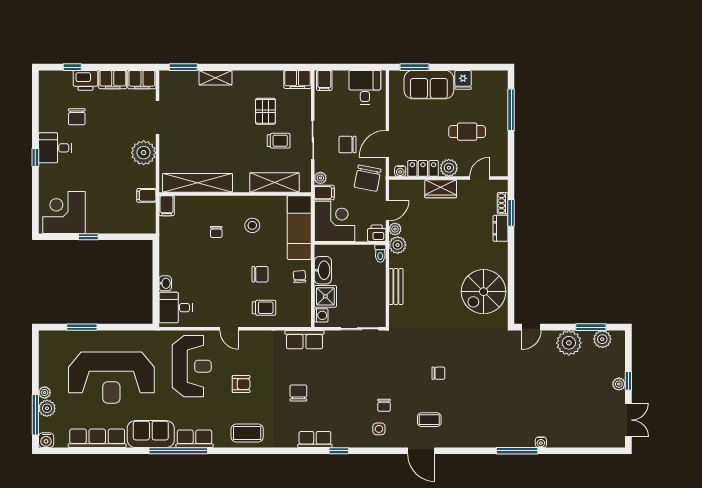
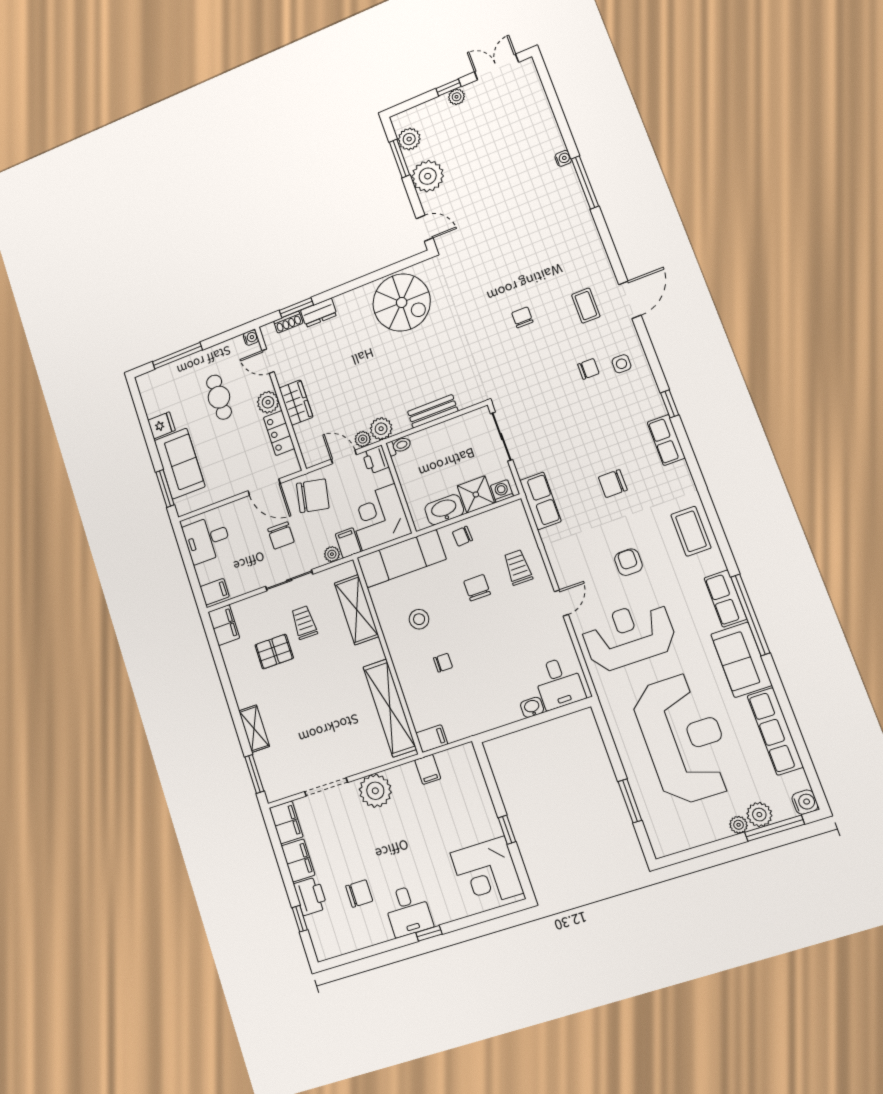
water cooler: (400, 171) -> (251, 338), moved

